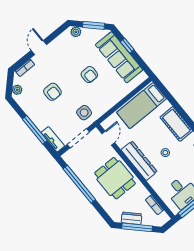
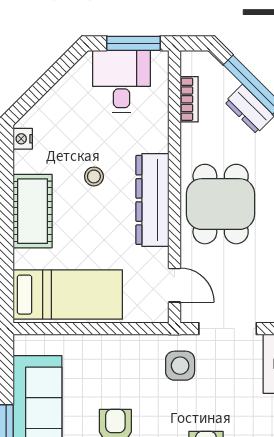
door: (108, 138) -> (174, 285), swing flipped

